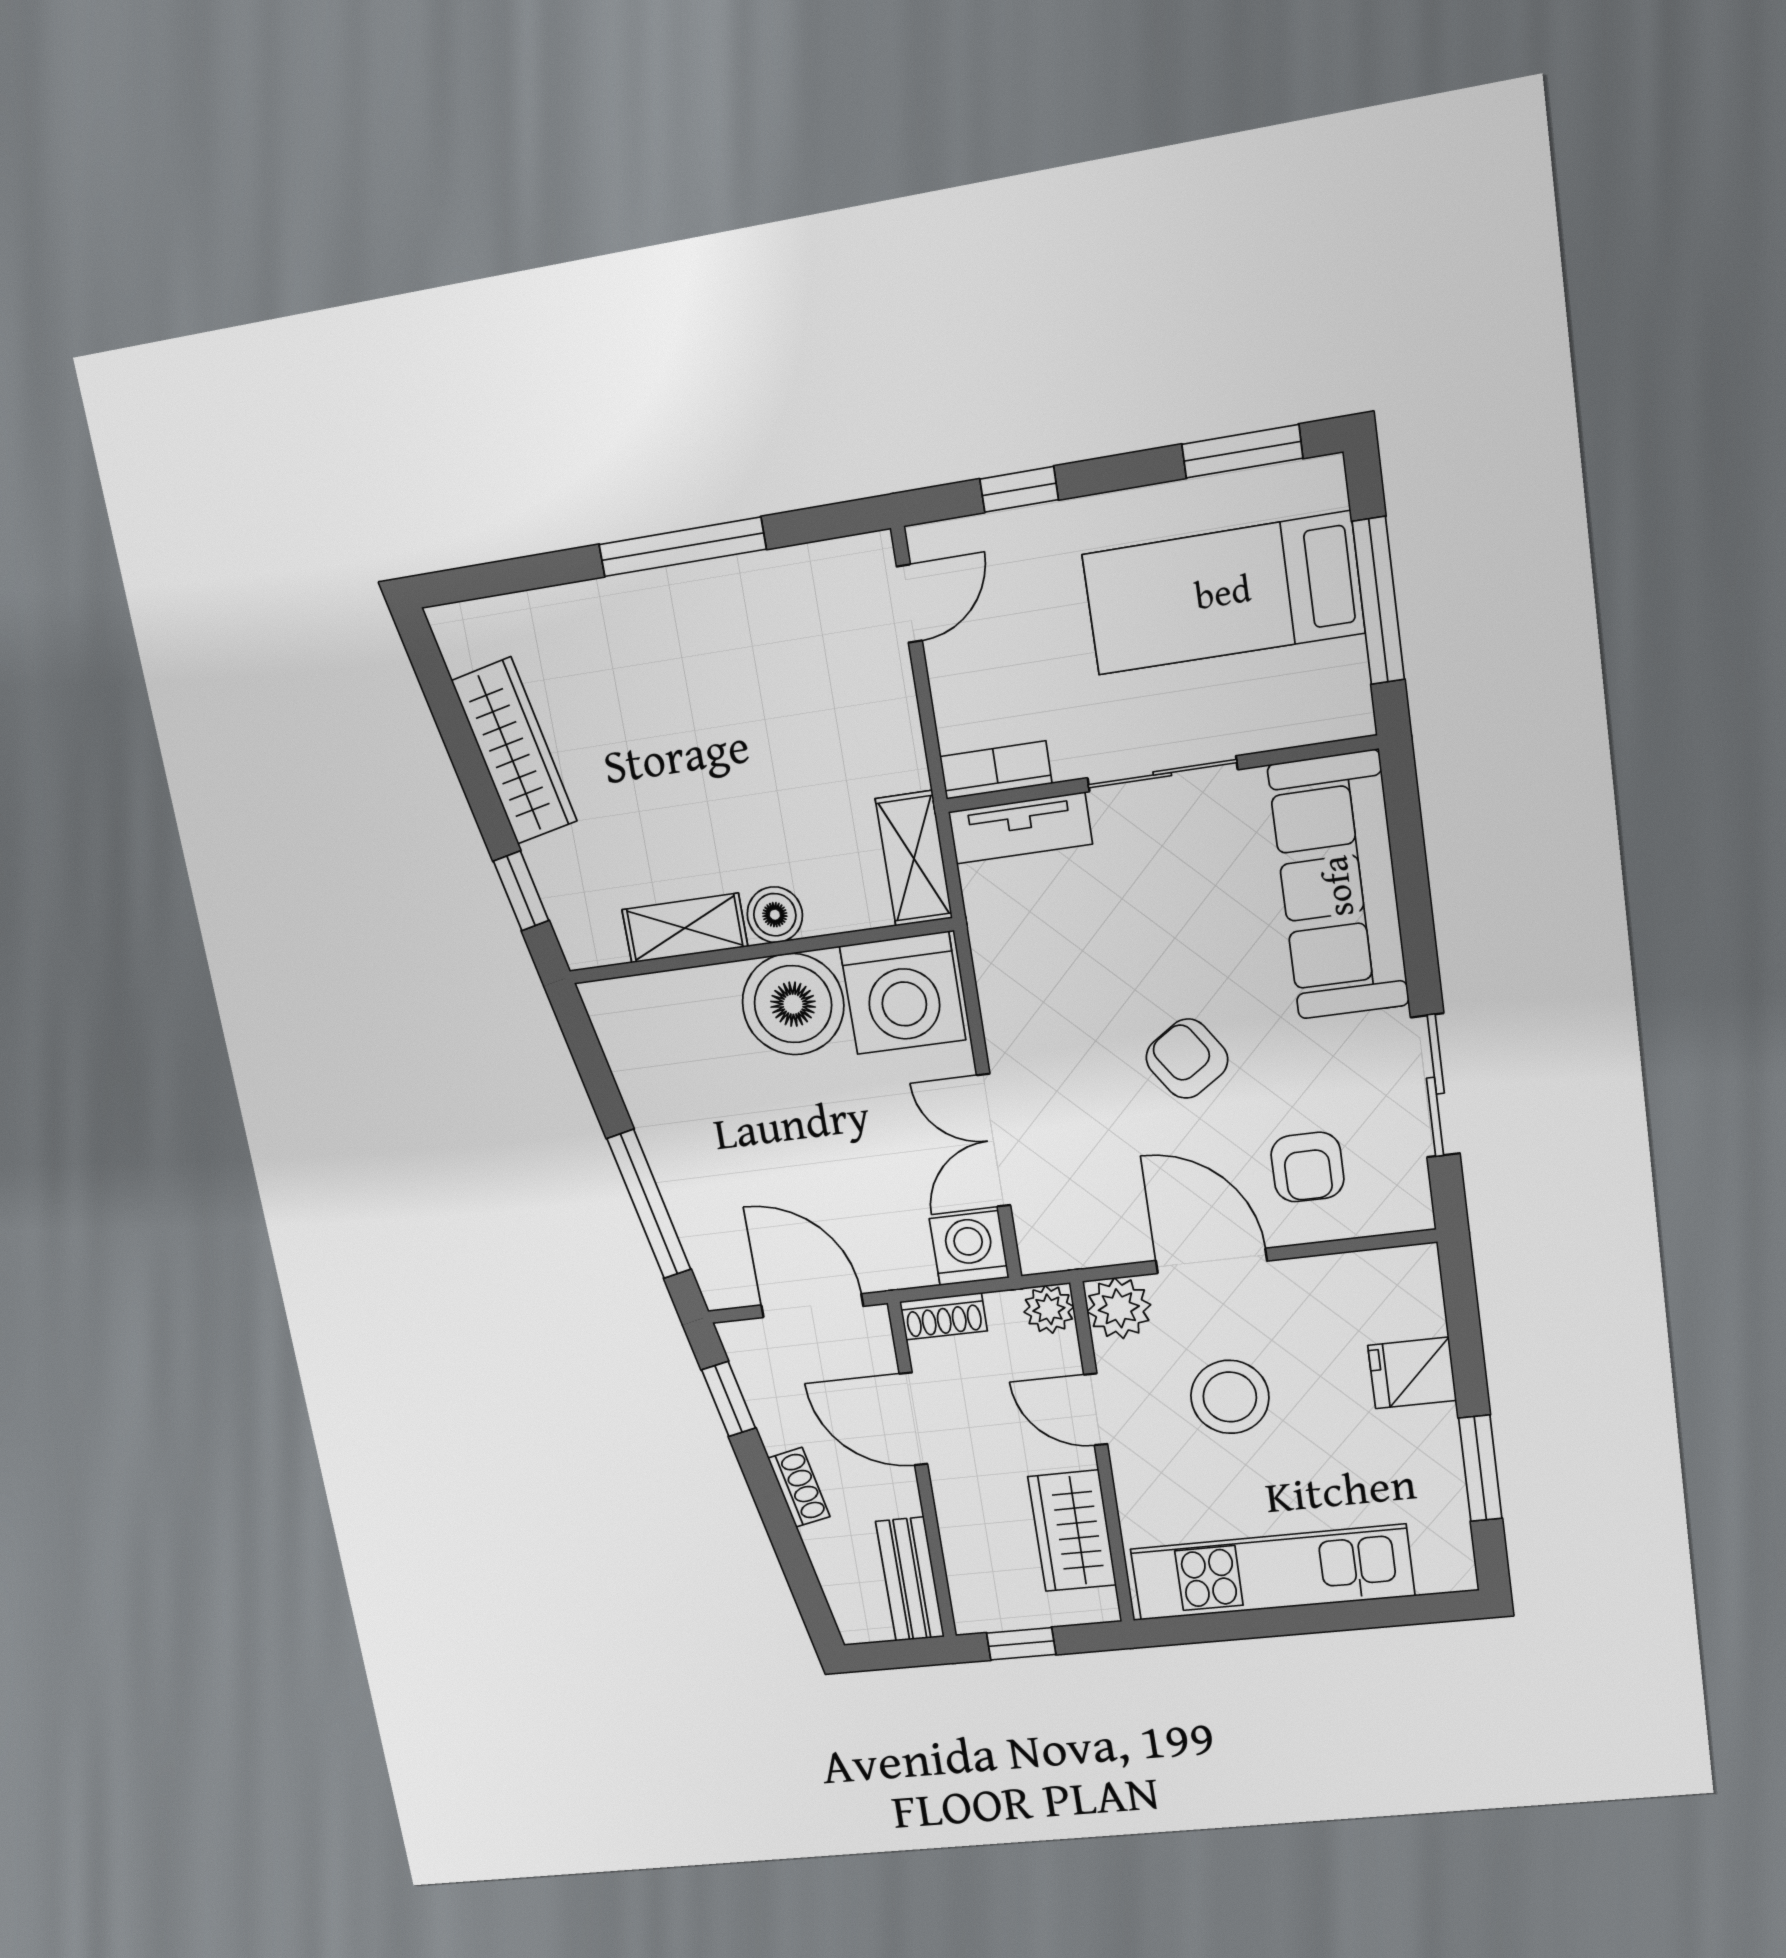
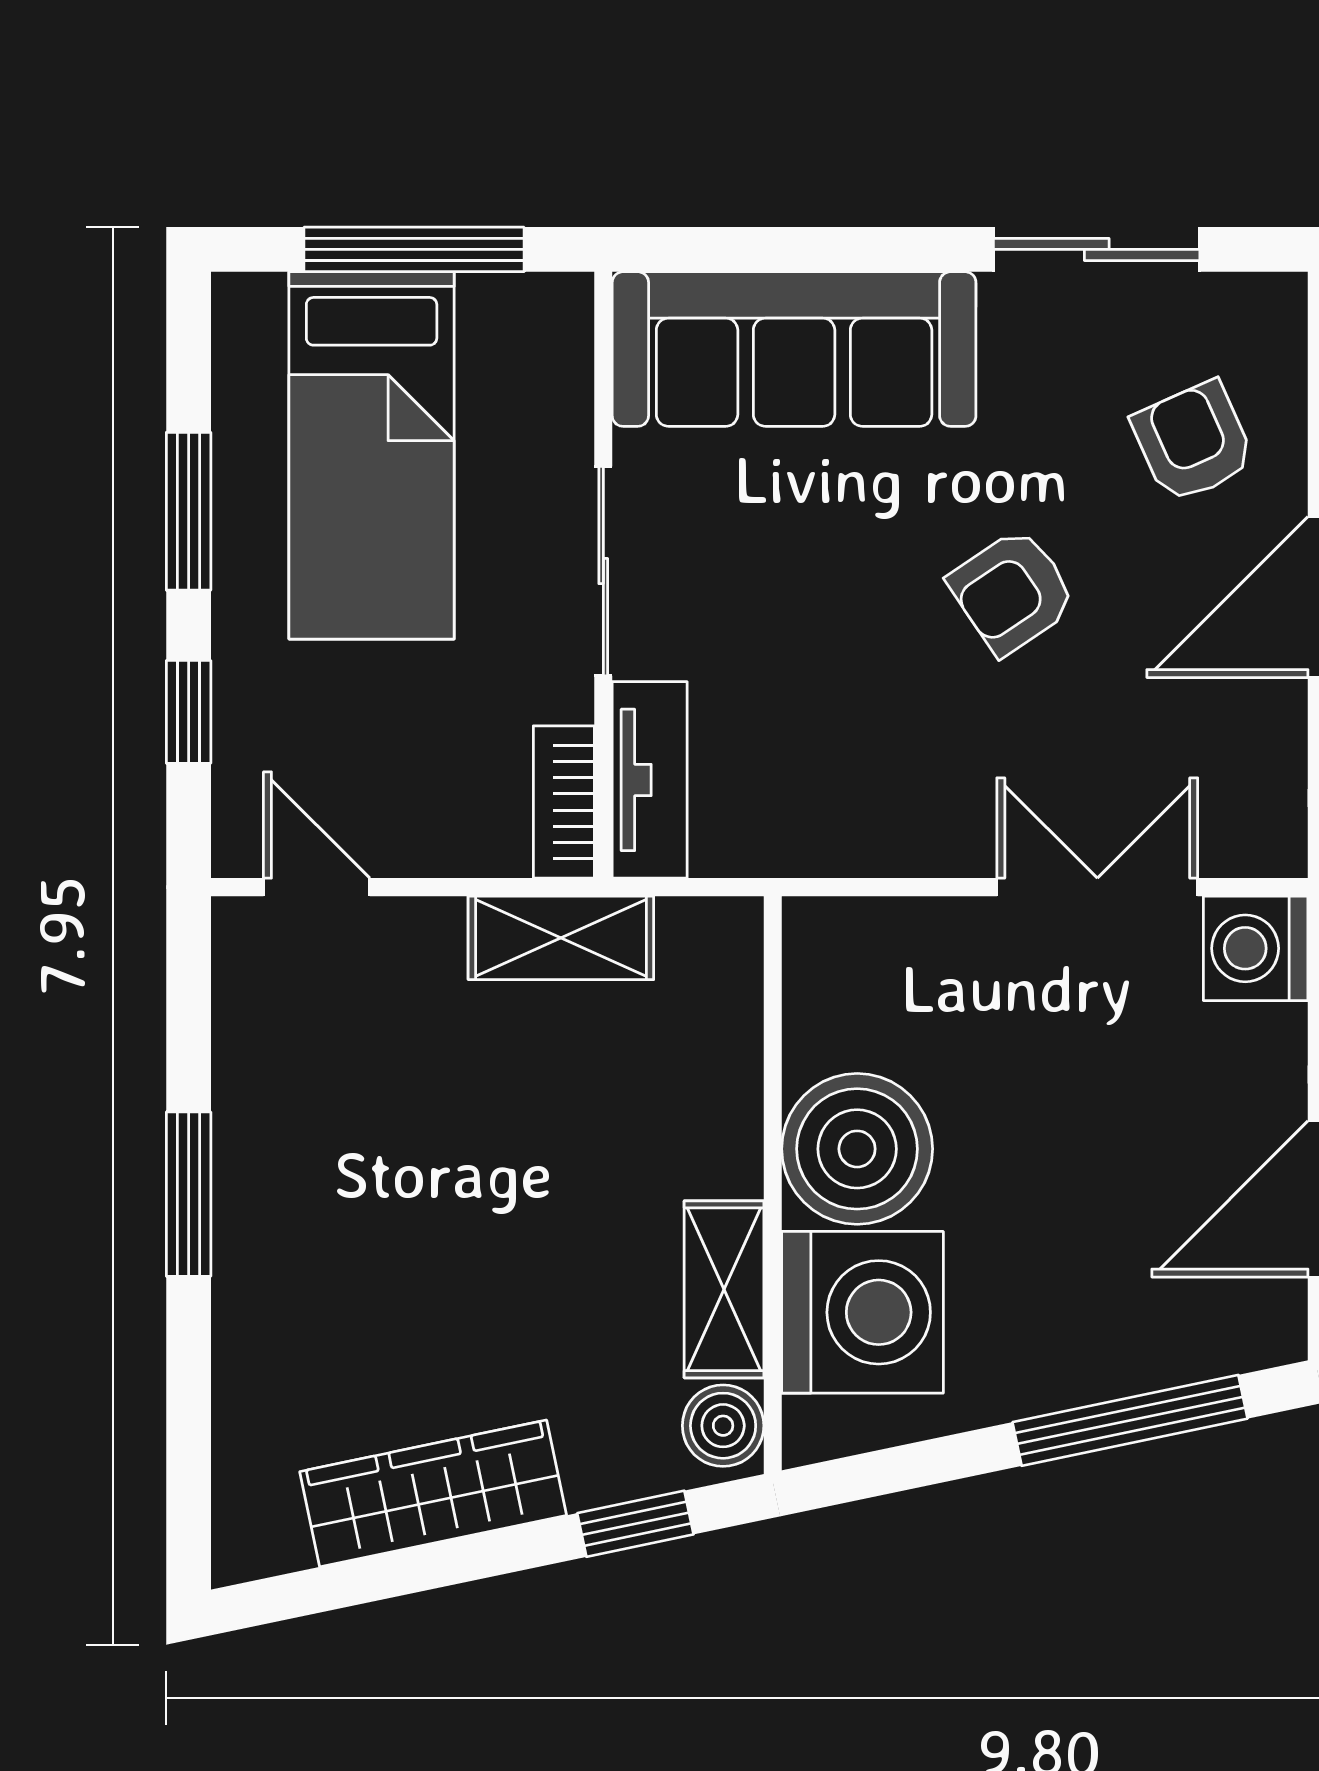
window: (1242, 451) -> (189, 511), moved
window: (682, 547) -> (189, 1194), width x0.69
shelving: (914, 858) -> (561, 938), moved
boiler: (775, 915) -> (723, 1426), moved
washing machine: (903, 993) -> (863, 1312), moved
double door: (994, 1140) -> (1097, 887), swing flipped
armchair: (1307, 1167) -> (1193, 442), turned -114

